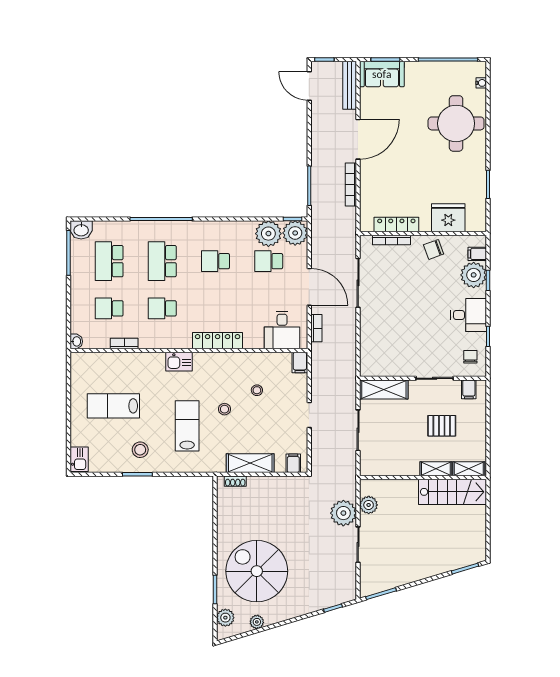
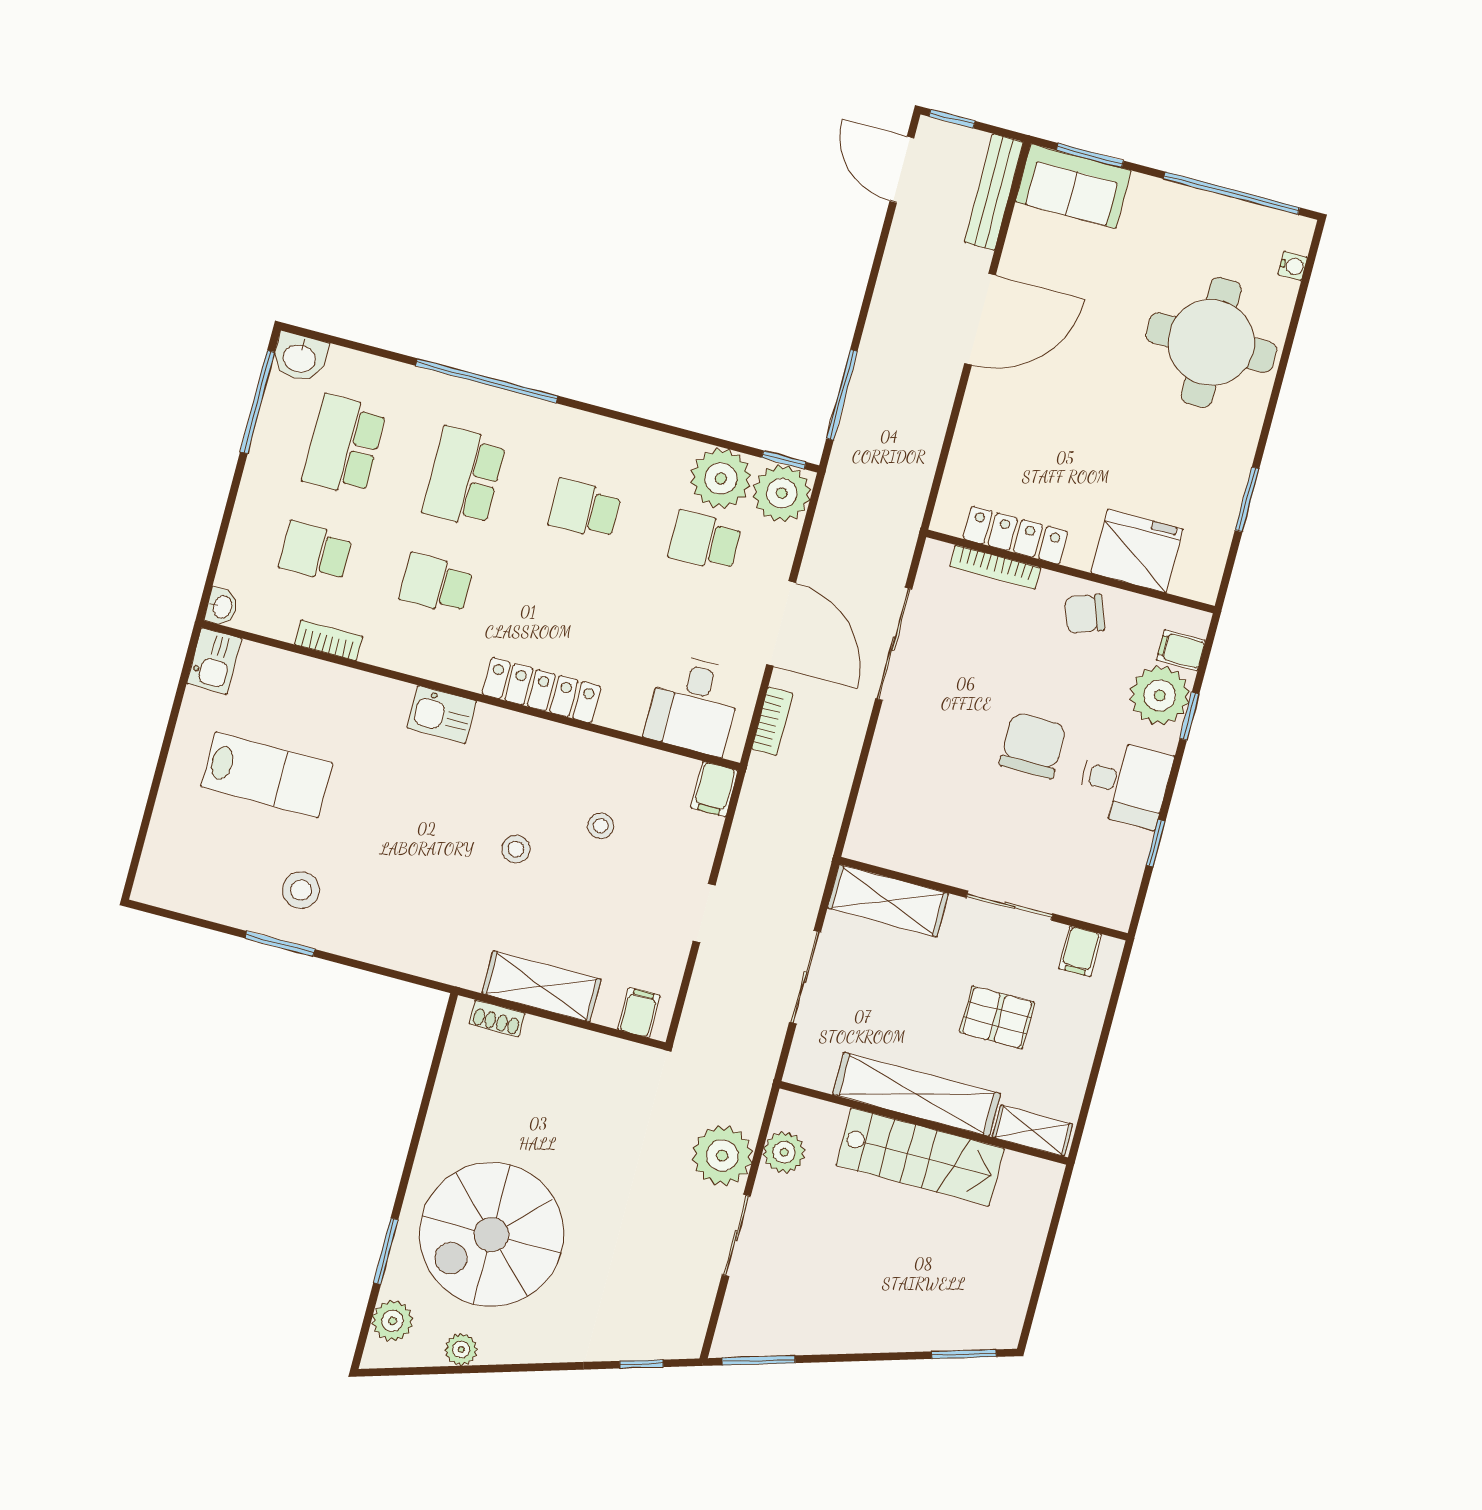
bookcase: (351, 185) -> (937, 417), removed
chair: (470, 357) -> (1033, 745), moved, width x1.87, depth x1.87
lab bench: (113, 406) -> (267, 775), turned 180
lab bench: (187, 426) -> (421, 864), removed
kitchen sink: (79, 459) -> (214, 661), moved
shelving: (436, 469) -> (917, 1094), width x2.20, depth x1.33
stairs: (453, 492) -> (920, 1157), moved
spiral stairs: (257, 571) -> (491, 1235), turned -90

